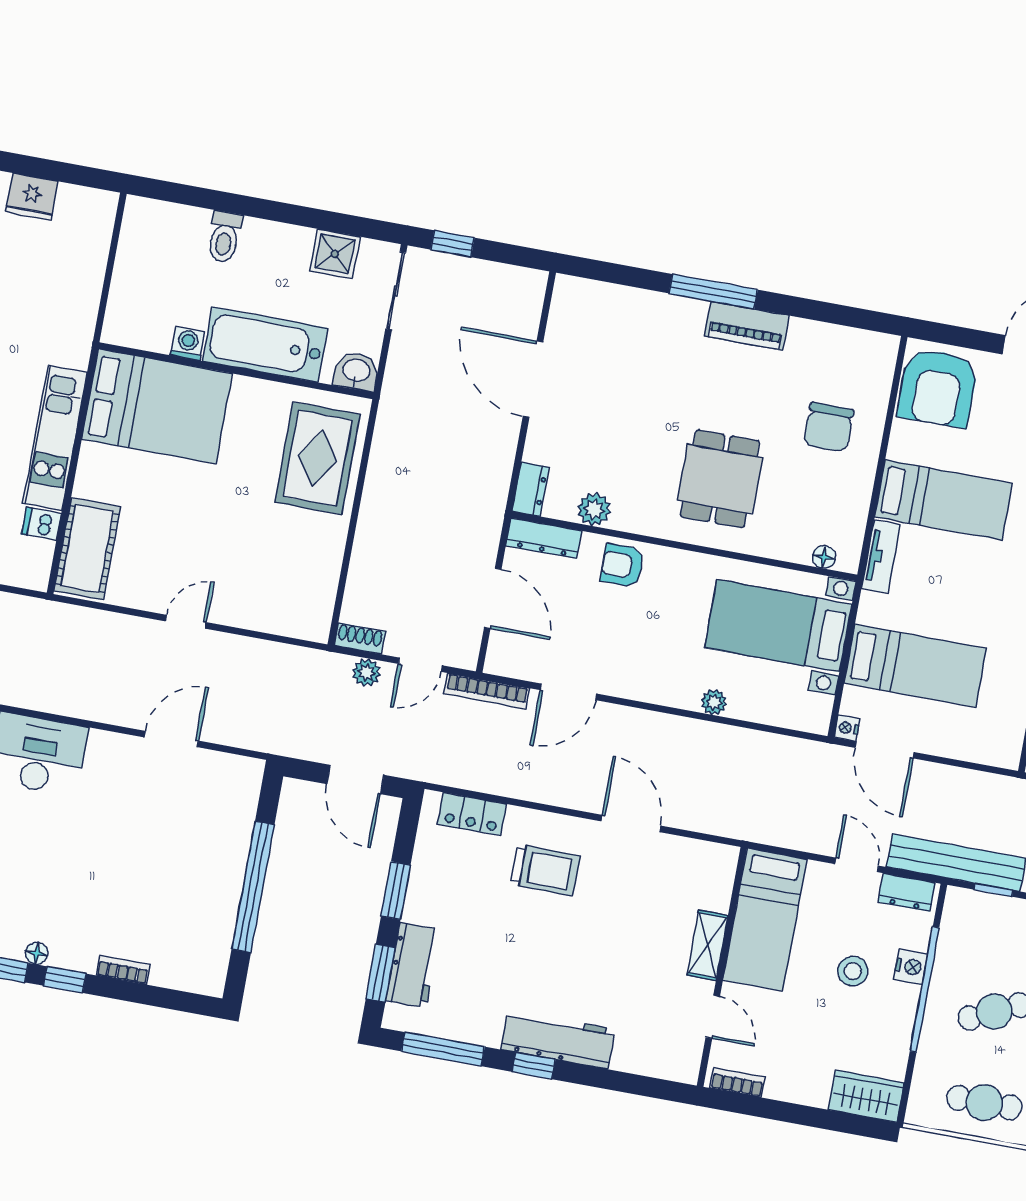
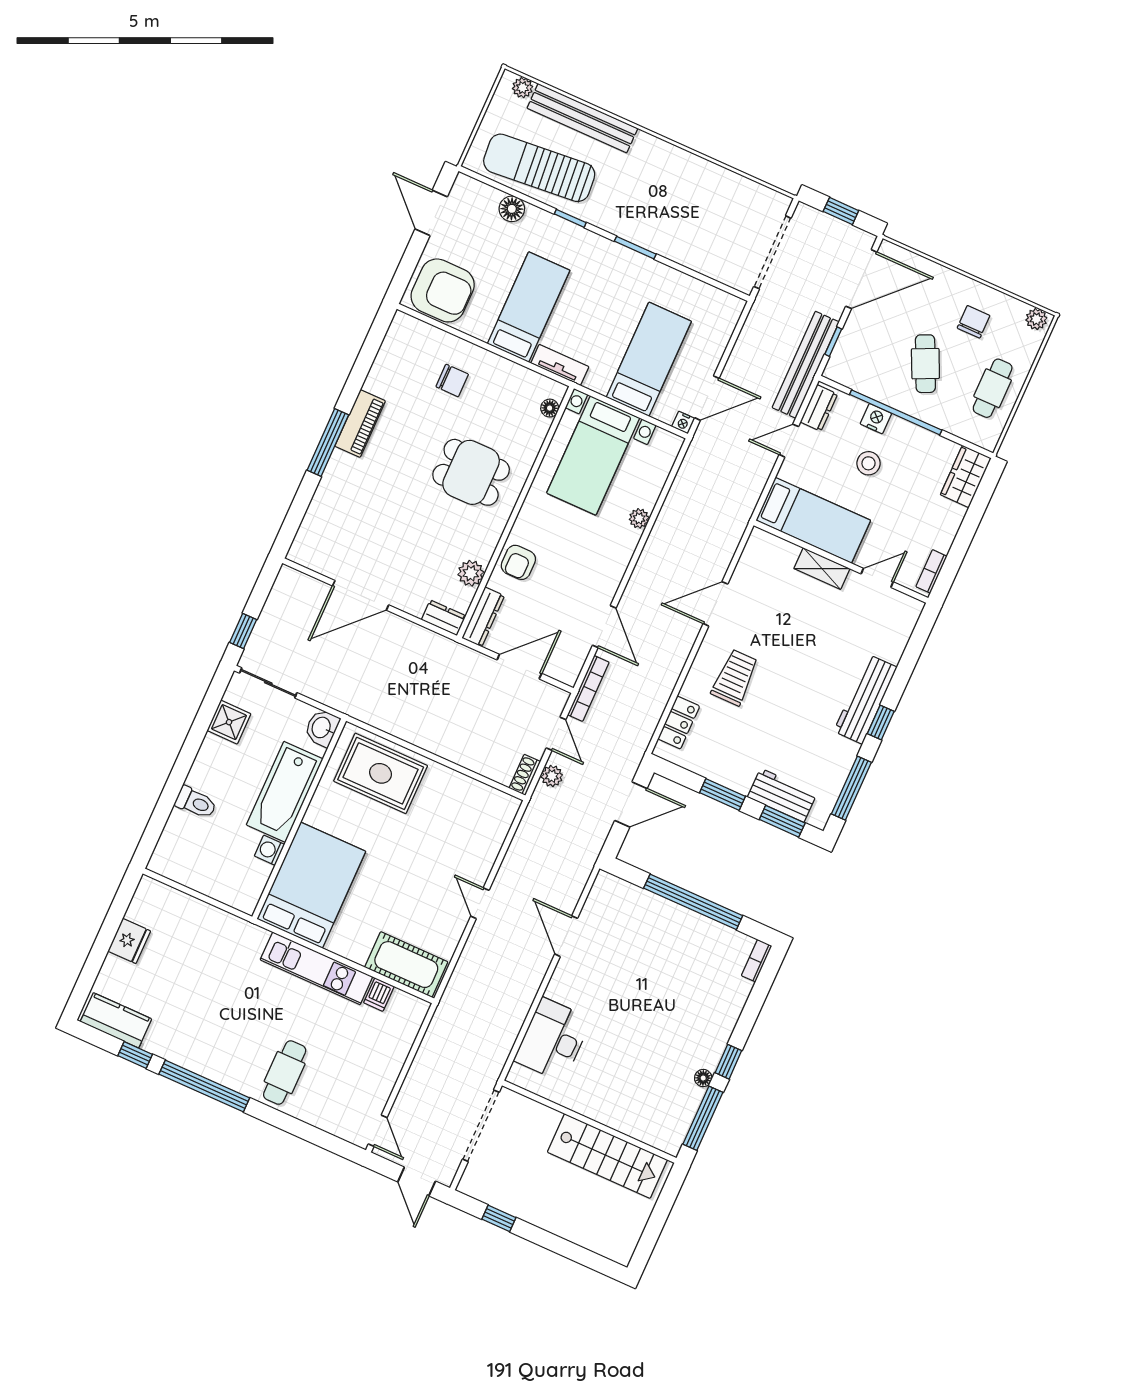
chair: (829, 427) -> (452, 380), width x0.73, depth x0.73
bookcase: (123, 970) -> (757, 961), moved

